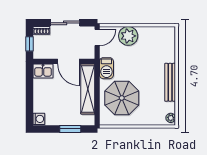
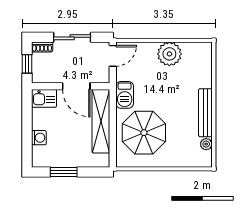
plant: (128, 36) -> (169, 54), moved
plant: (171, 118) -> (206, 144), moved
washing machine: (39, 119) -> (39, 138), moved
window: (70, 129) -> (64, 172), moved

